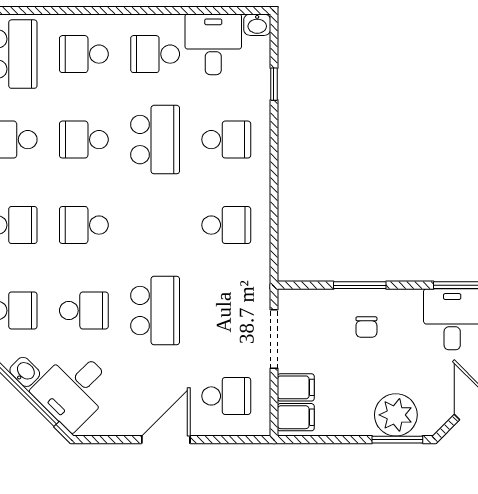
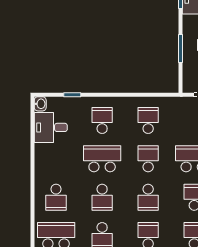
school desk: (155, 54) -> (148, 159), moved, turned 180

